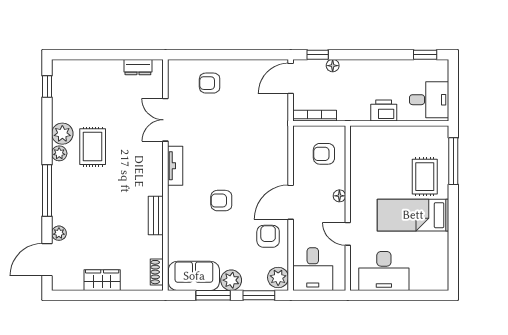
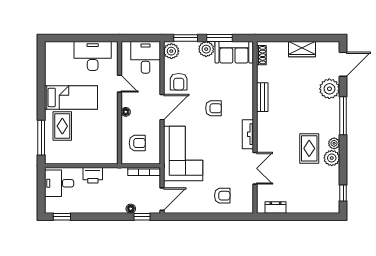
corner sofa: (262, 140) -> (183, 153), added
plant: (59, 233) -> (329, 89), width x1.87, depth x1.87

